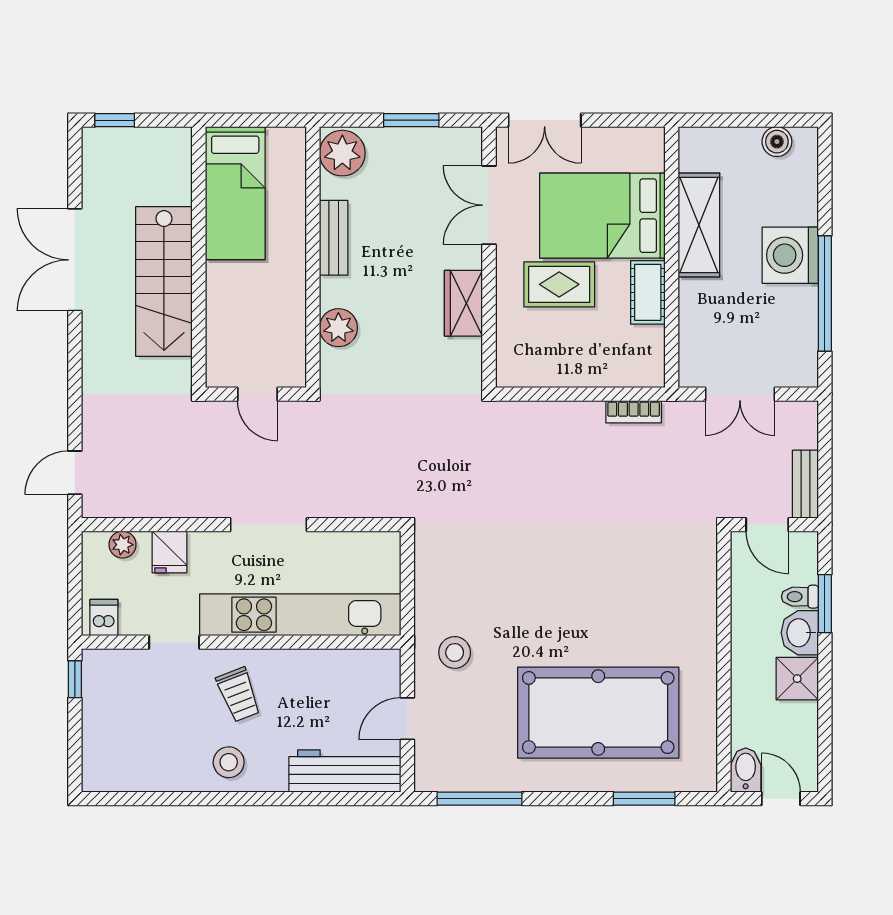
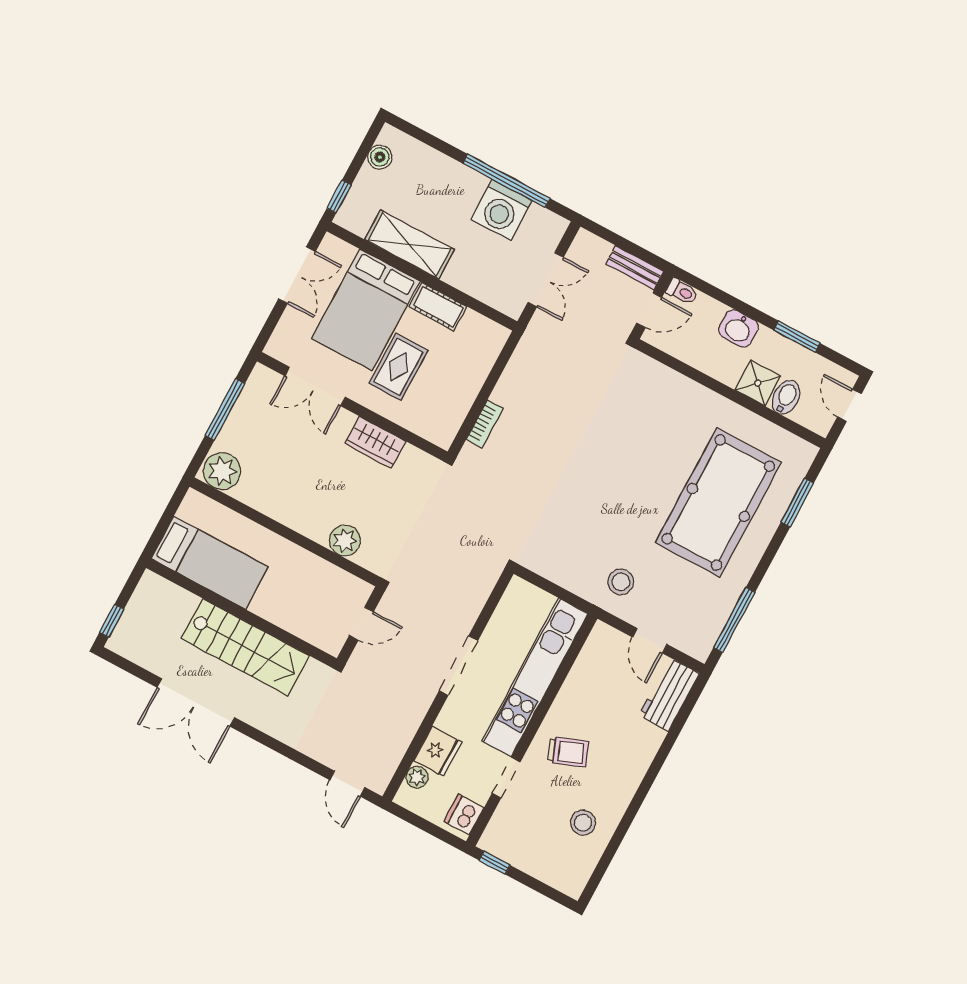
window: (411, 120) -> (225, 409), width x1.44
double door: (545, 120) -> (297, 275), moved
window: (710, 120) -> (339, 196), added
bench: (334, 238) -> (279, 510), removed
washing machine: (790, 255) -> (501, 210), moved
bookcase: (634, 412) -> (485, 424), moved
fridge: (170, 552) -> (438, 751), width x1.38
toilet: (800, 597) -> (682, 292), moved, turned -90
window: (825, 604) -> (797, 337), moved
dishwasher: (104, 617) -> (464, 815), width x1.38
shower: (797, 679) -> (758, 383), moved
stool: (229, 762) -> (583, 823), moved
bidet: (746, 770) -> (786, 397), moved, turned 90
workbench: (345, 771) -> (669, 694), width x0.73
door: (781, 799) -> (849, 405), hinge flipped

